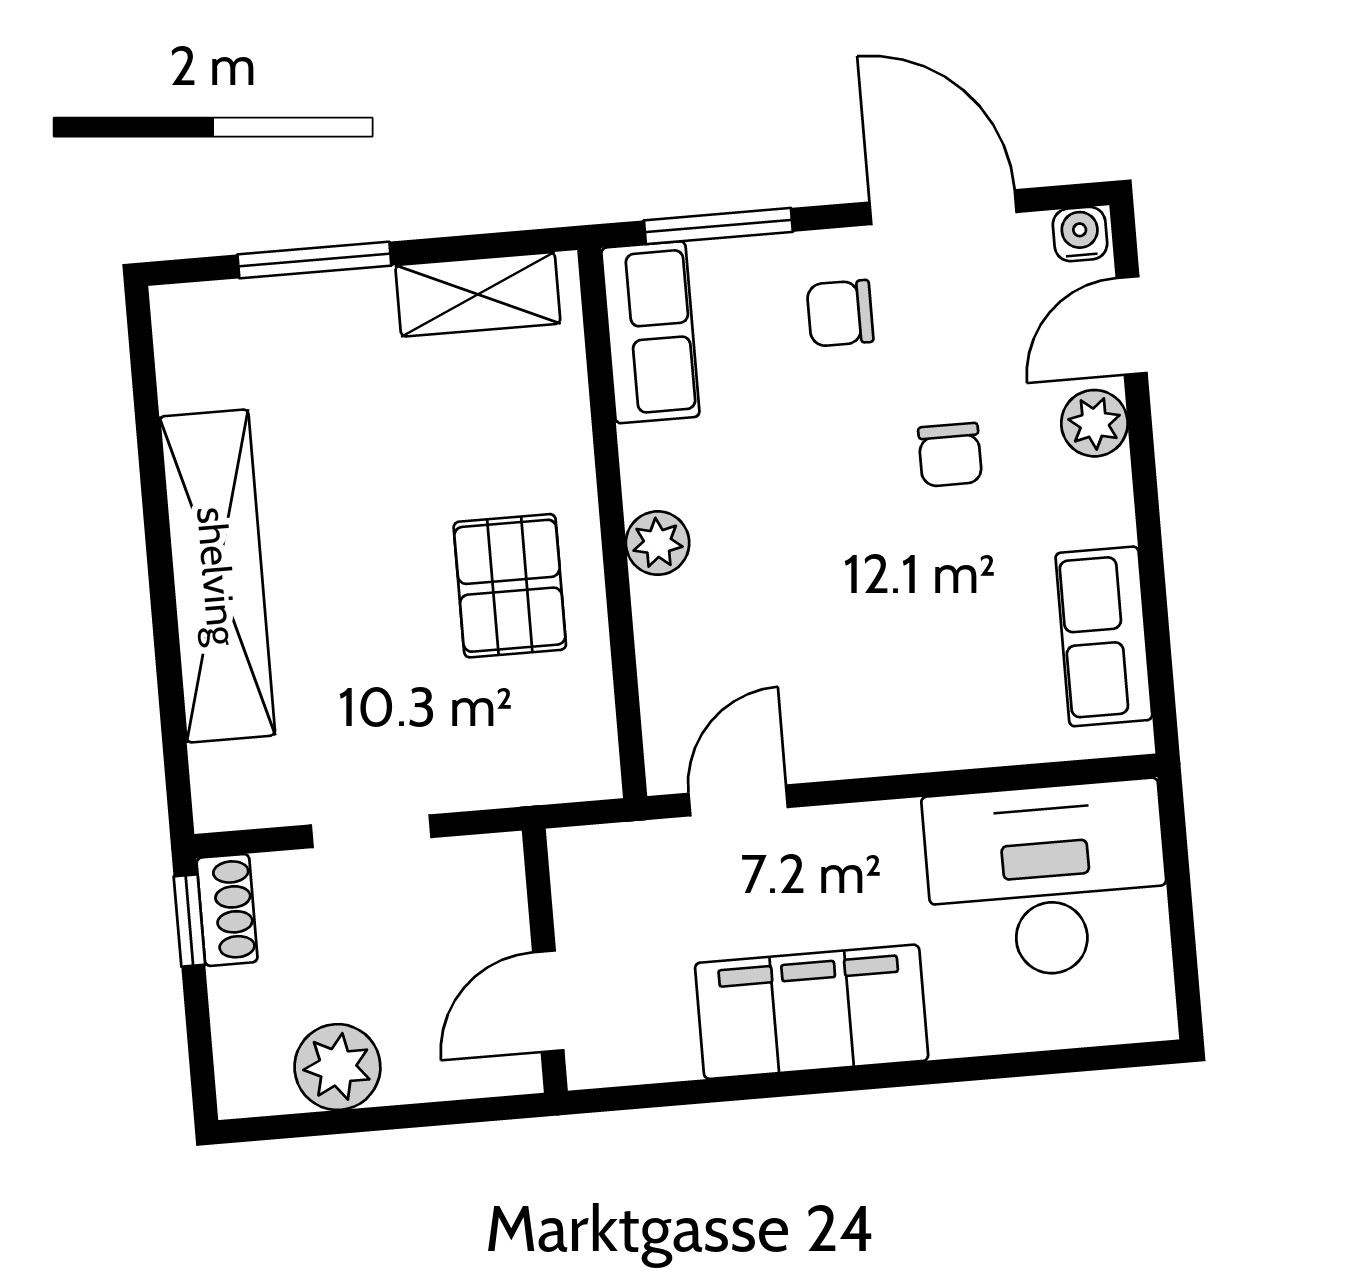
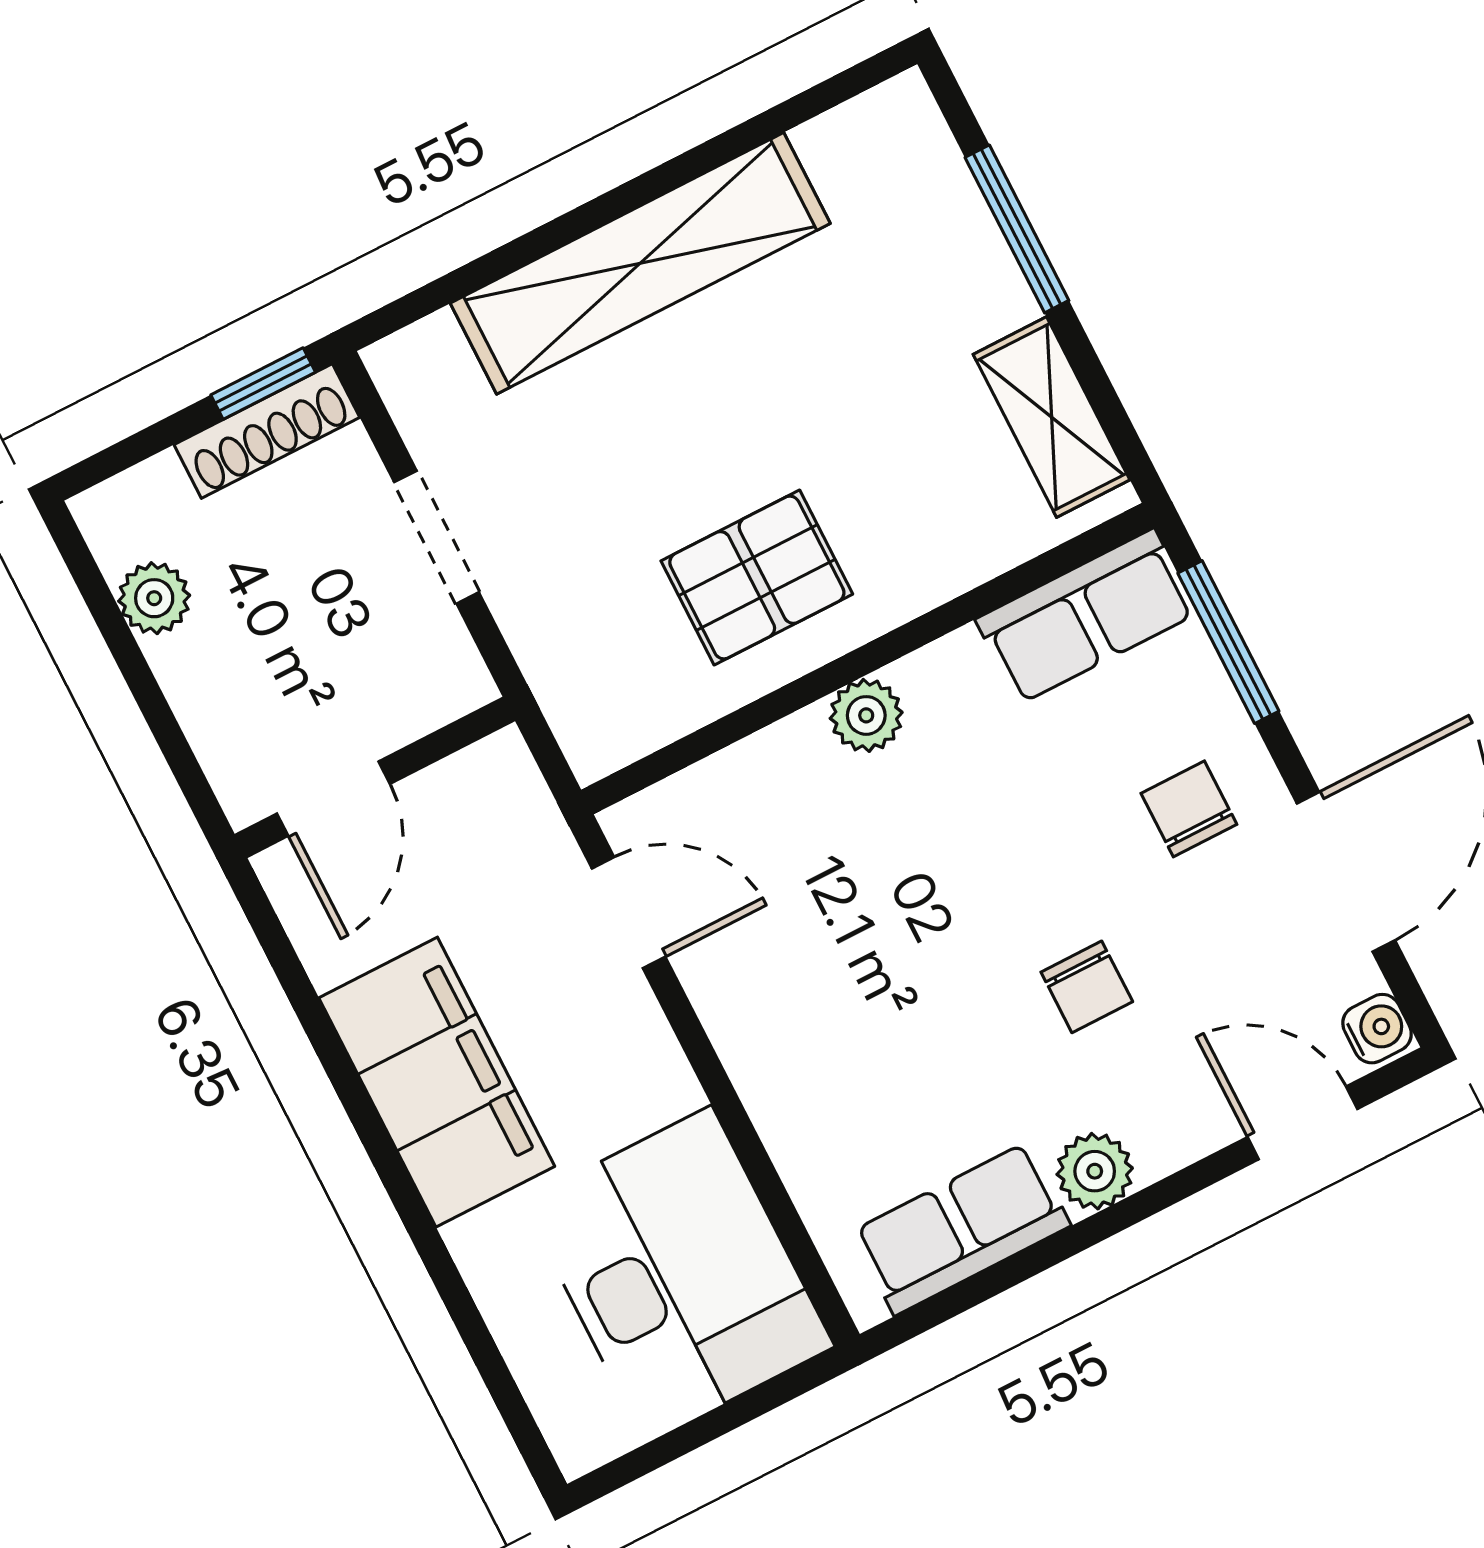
plant: (1094, 423) -> (1095, 1171), moved
chair: (950, 455) -> (1087, 987), turned -90
shoe rack: (227, 910) -> (267, 431), width x1.43
door: (548, 1001) -> (333, 799), swing flipped
plant: (337, 1067) -> (154, 598), width x0.73, depth x0.73

